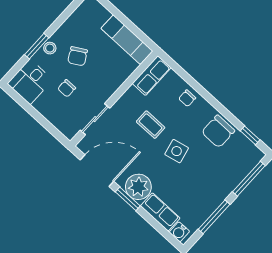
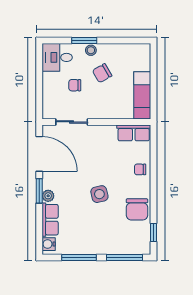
coffee table: (151, 125) -> (101, 161), removed
chair: (218, 131) -> (137, 209), turned -90
plant: (138, 187) -> (48, 196), width x0.53, depth x0.53

